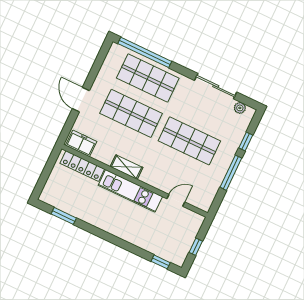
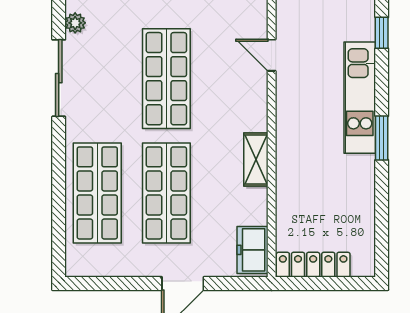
window: (145, 52) -> (59, 217), removed
locker: (82, 166) -> (313, 265), moved, turned -90
kitchen unit: (130, 191) -> (360, 98), moved, turned 180
window: (64, 216) -> (382, 138), moved

